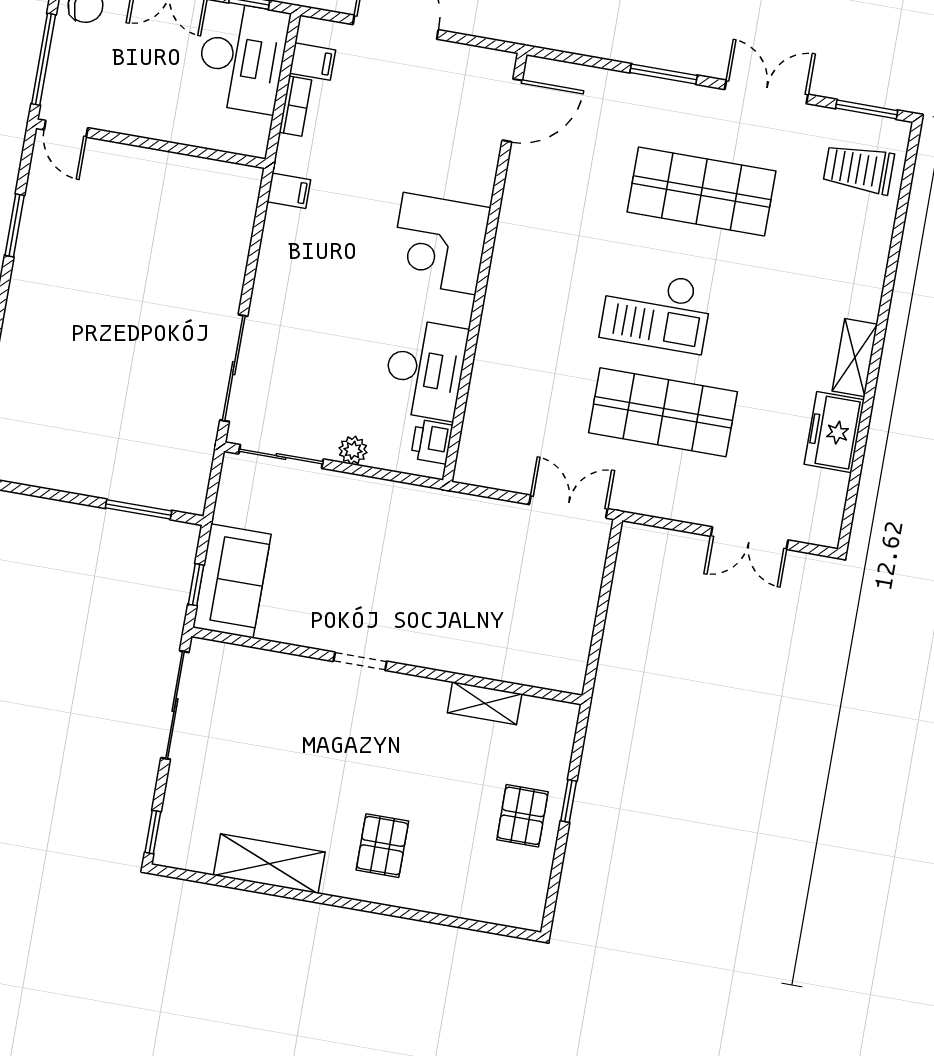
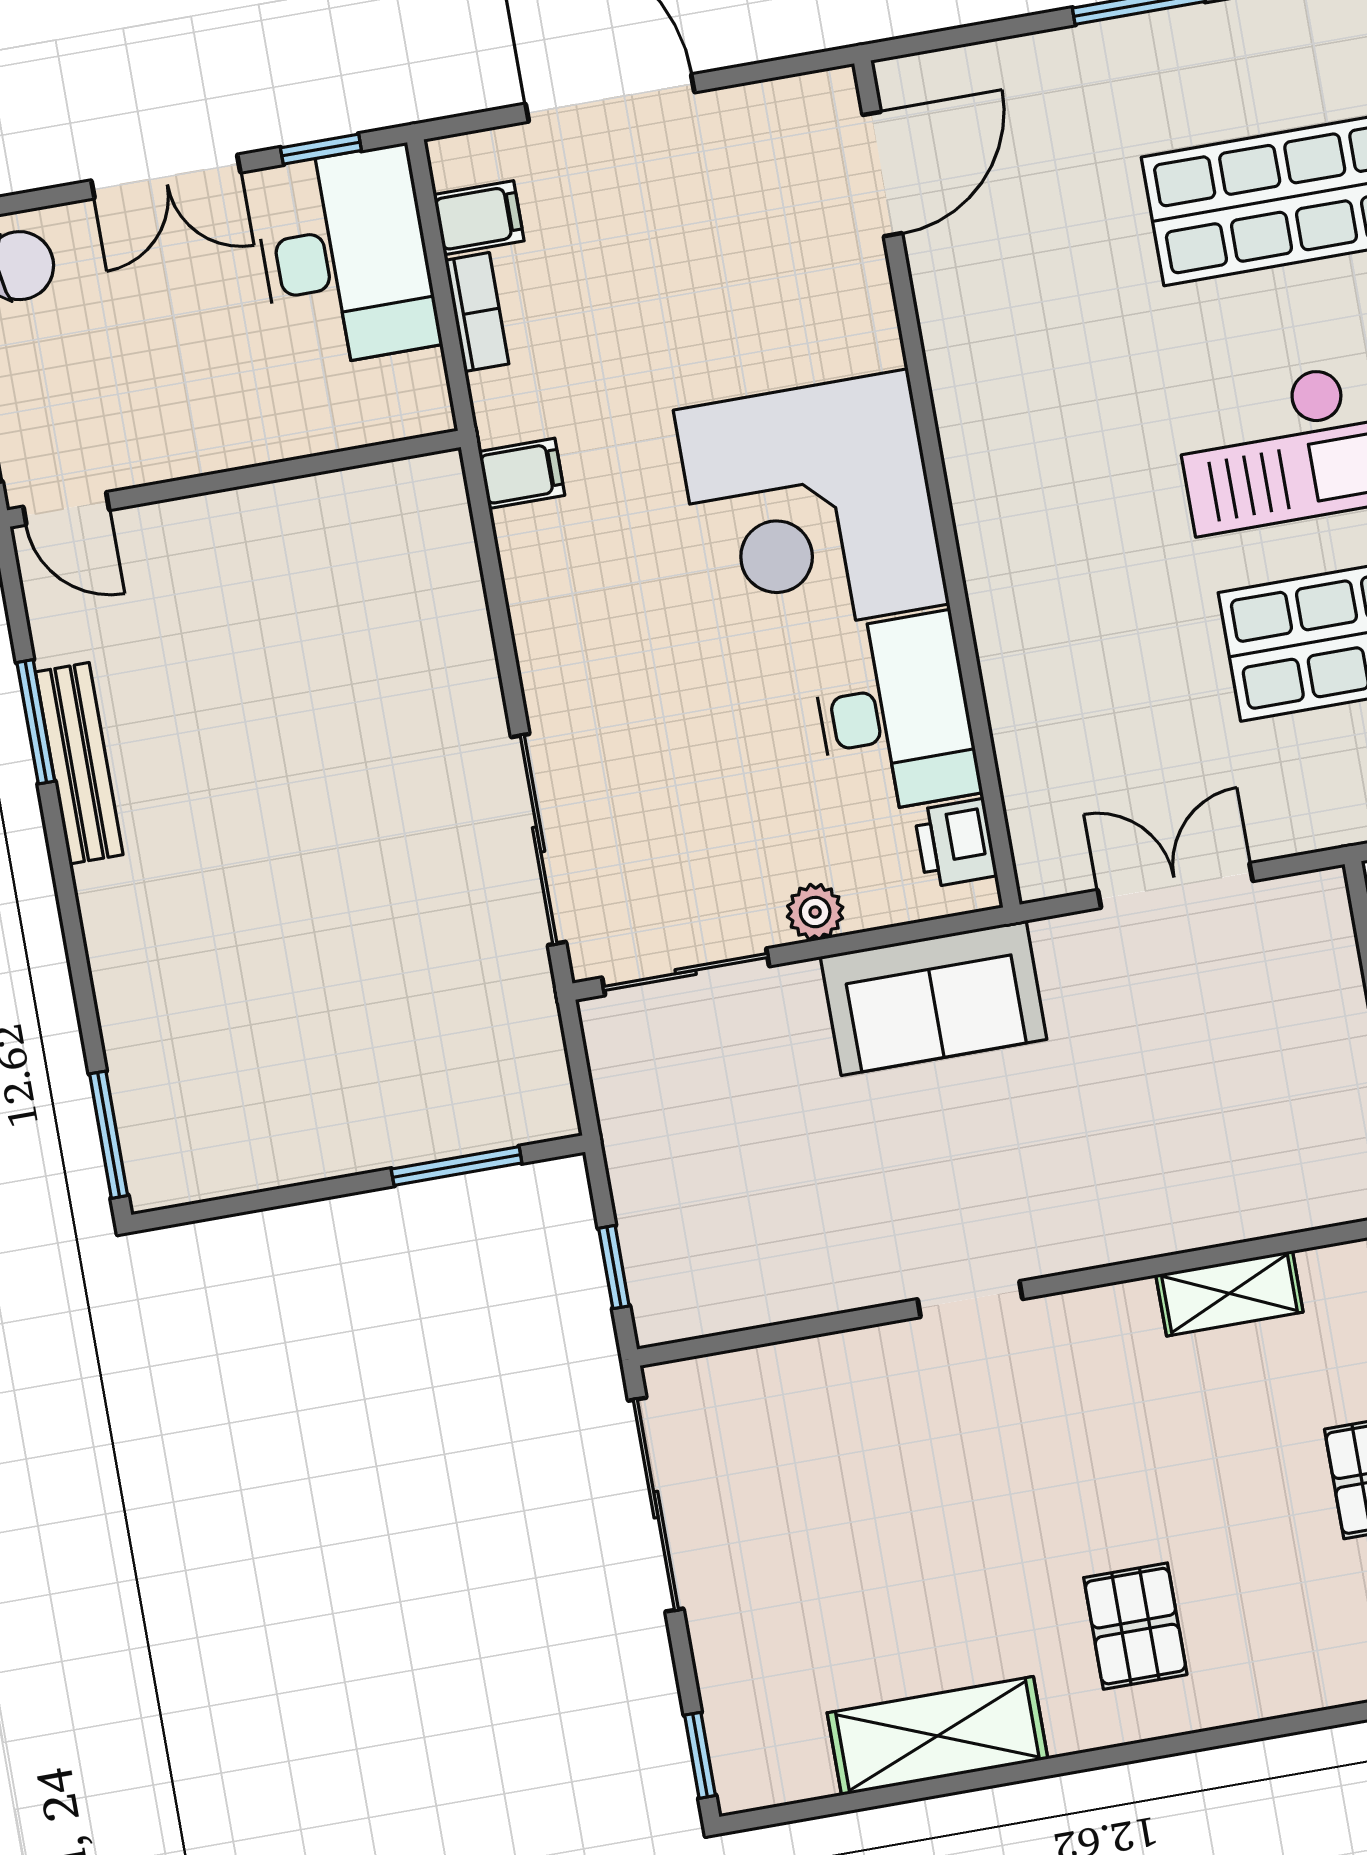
corner desk: (440, 244) -> (811, 507), width x1.36, depth x1.36
bench: (28, 253) -> (79, 763), added
double door: (568, 507) -> (1175, 886), moved
sofa: (232, 581) -> (934, 998), moved, turned 90

